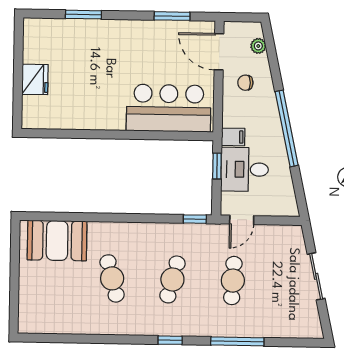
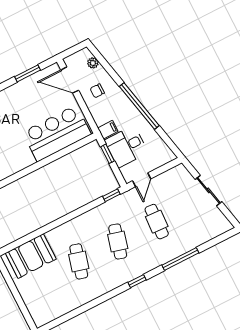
cafe table: (112, 278) -> (79, 261), turned 30

